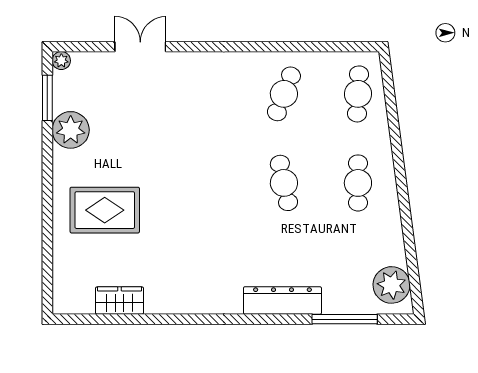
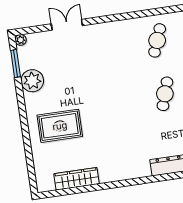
cafe table: (284, 183) -> (165, 94), turned 30
wardrobe: (119, 301) -> (77, 179), width x1.50

